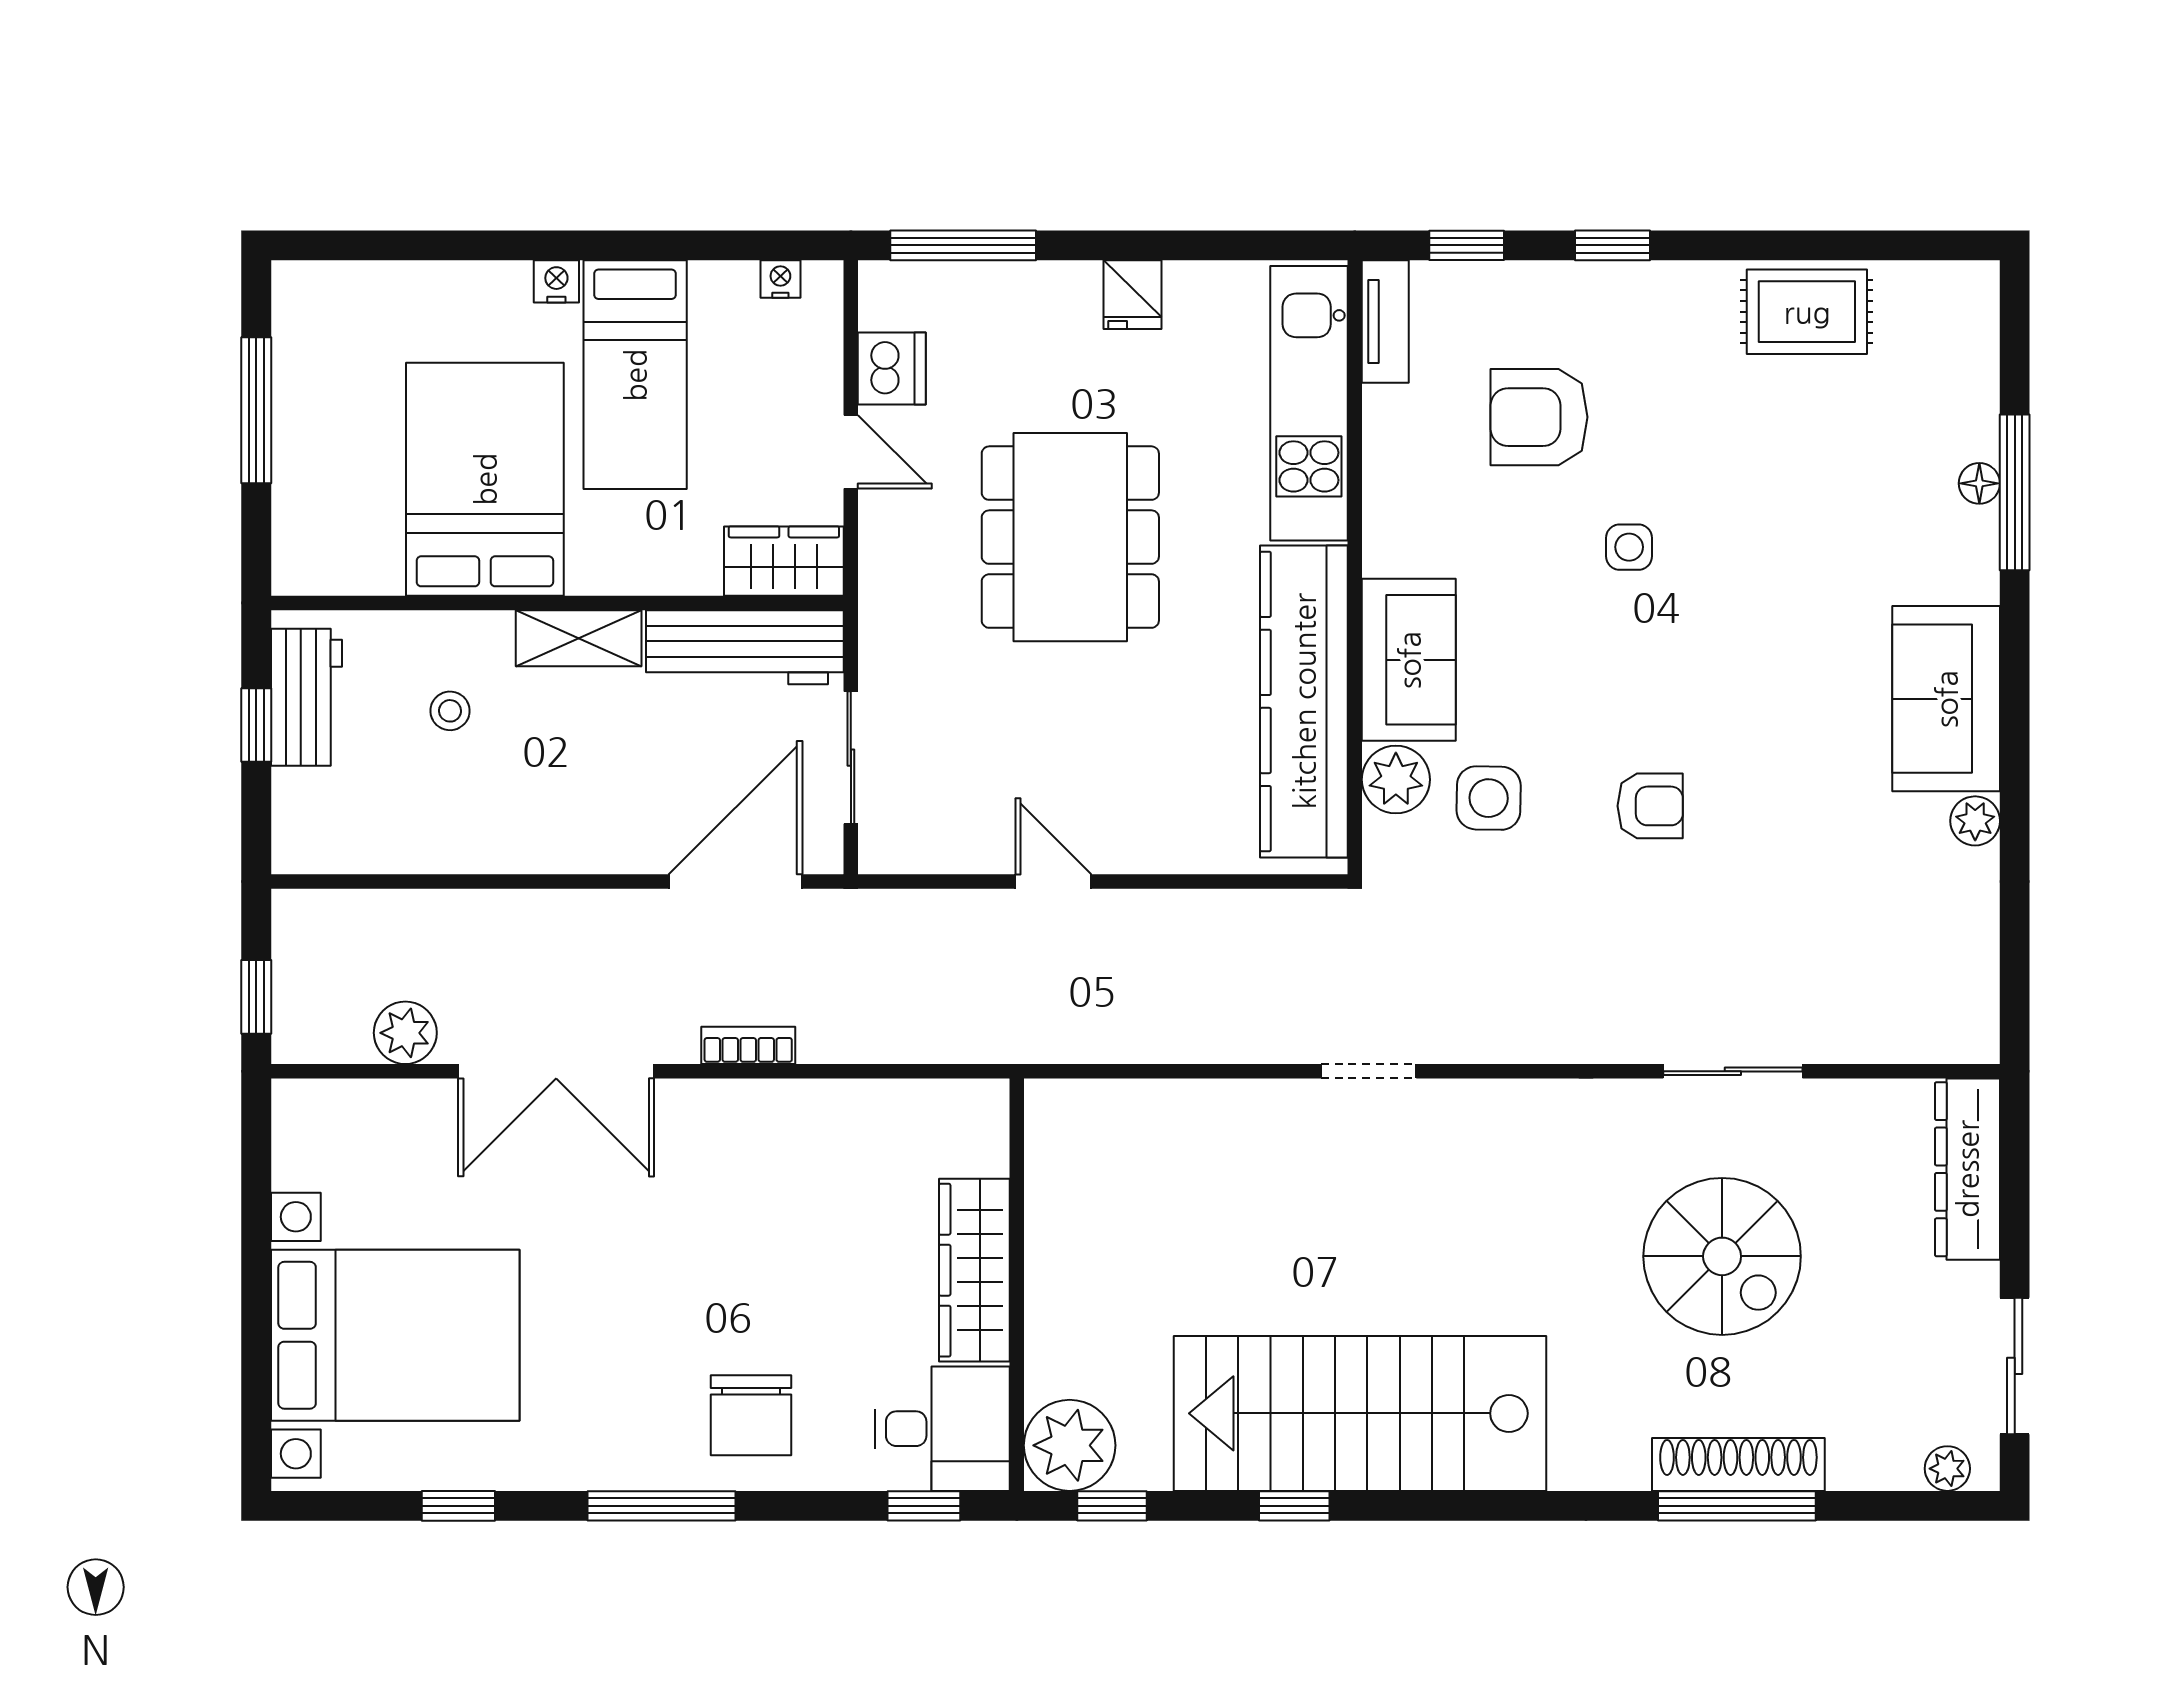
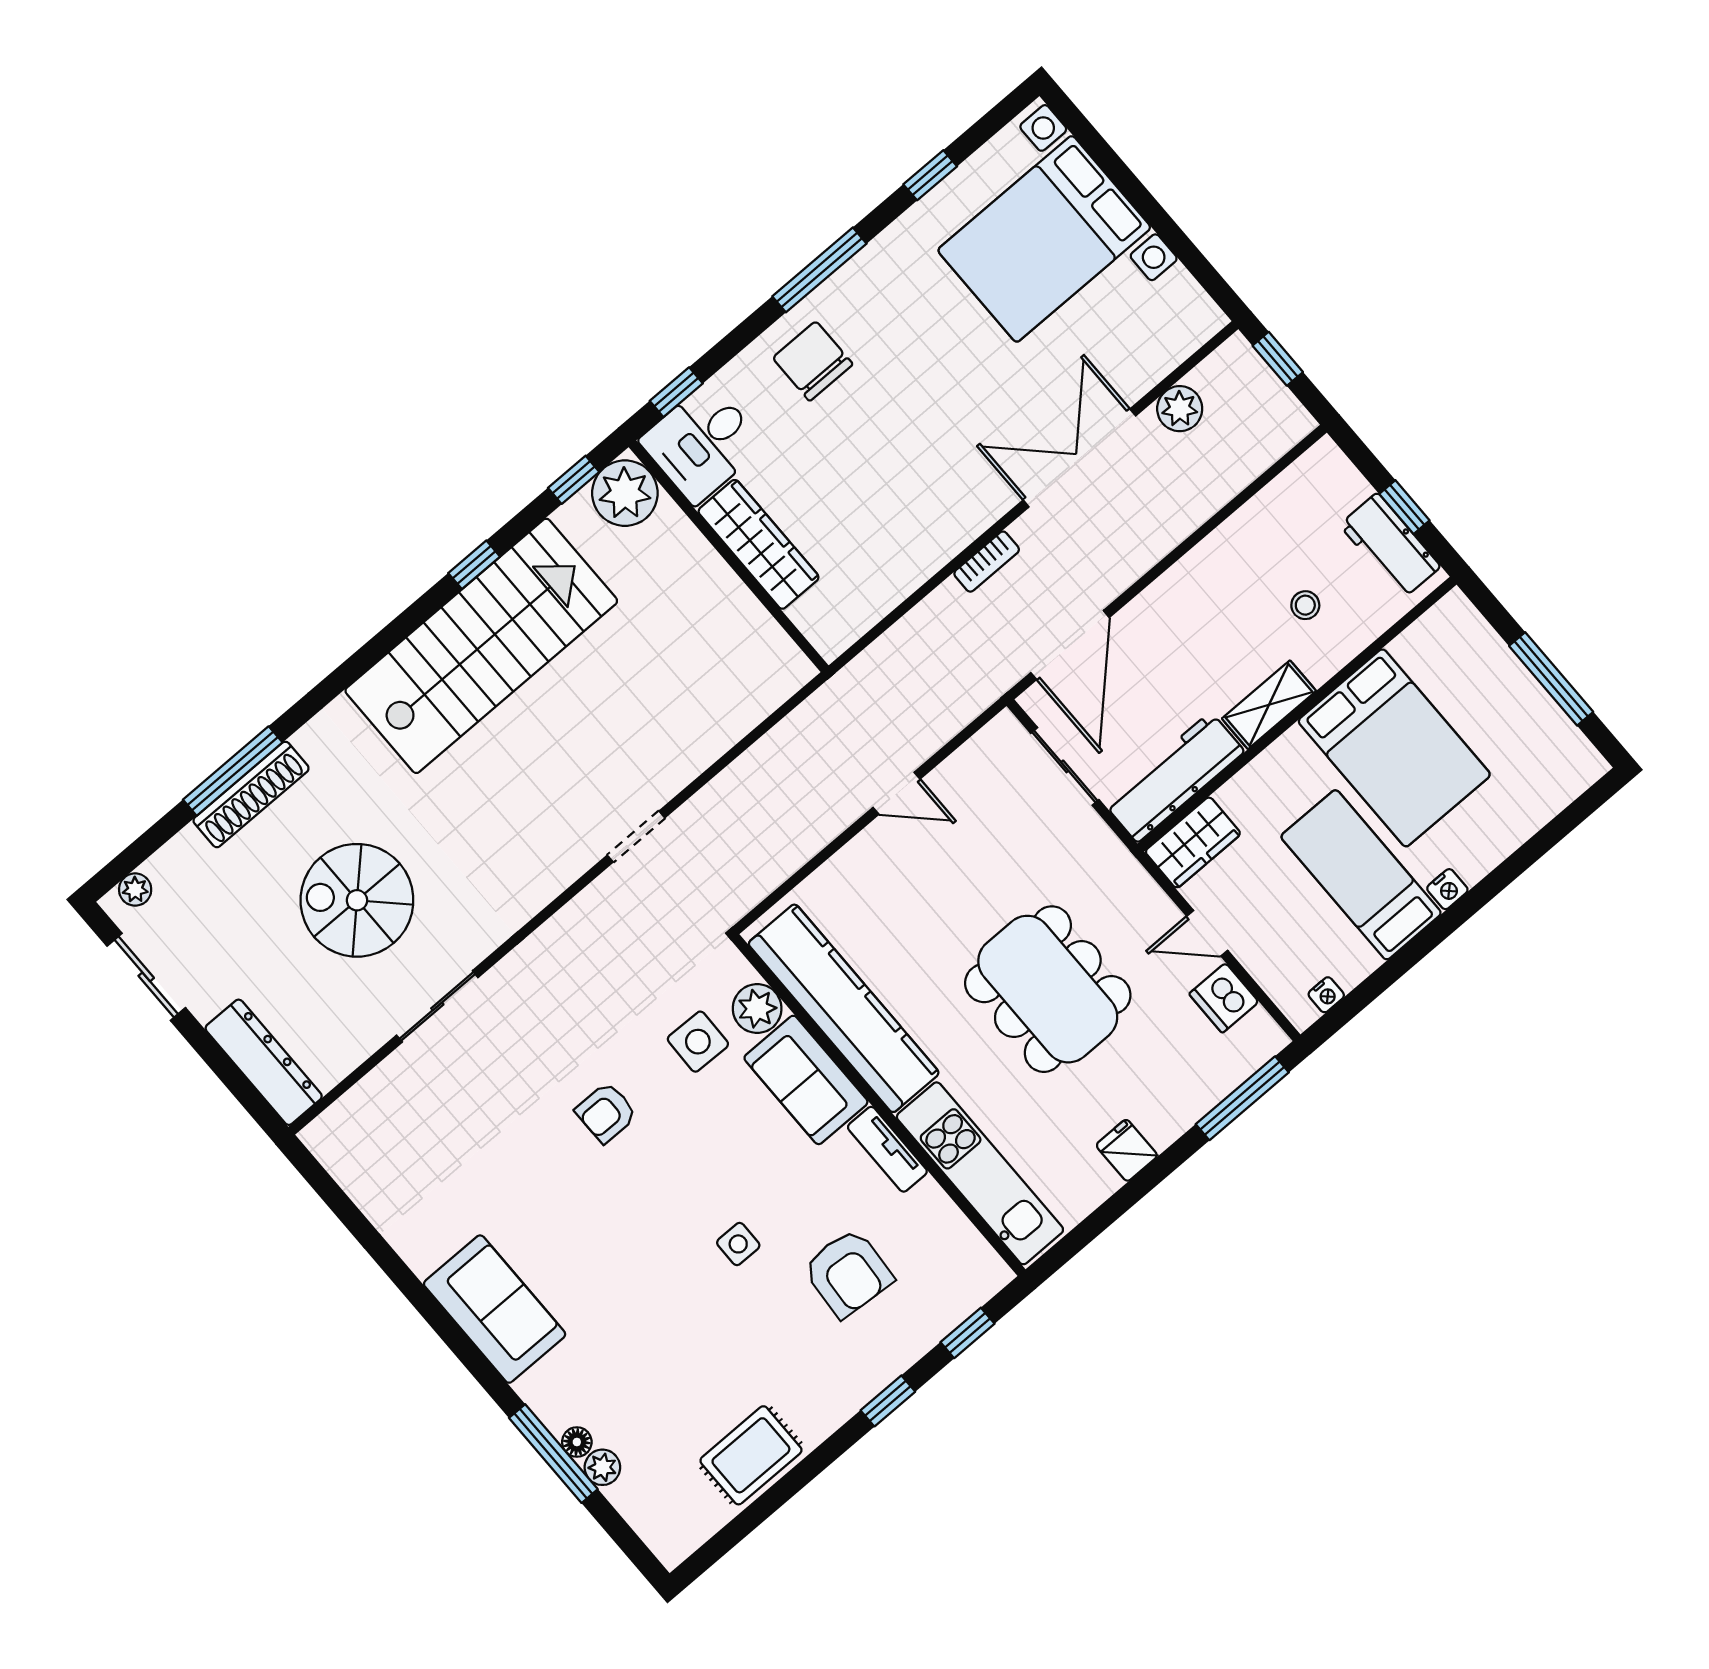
tv unit: (1385, 322) -> (887, 1149), moved
armchair: (1539, 417) -> (848, 1273), turned 94
plant: (1975, 821) -> (602, 1467), moved

